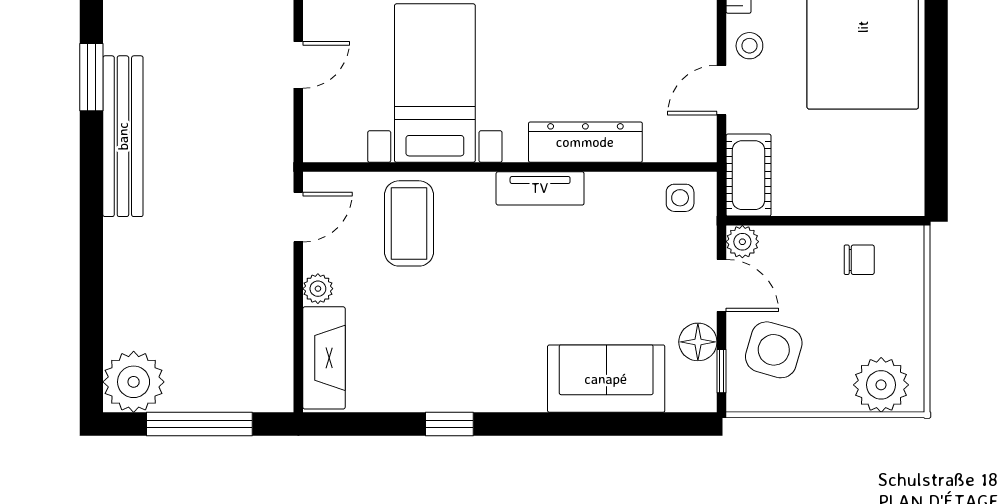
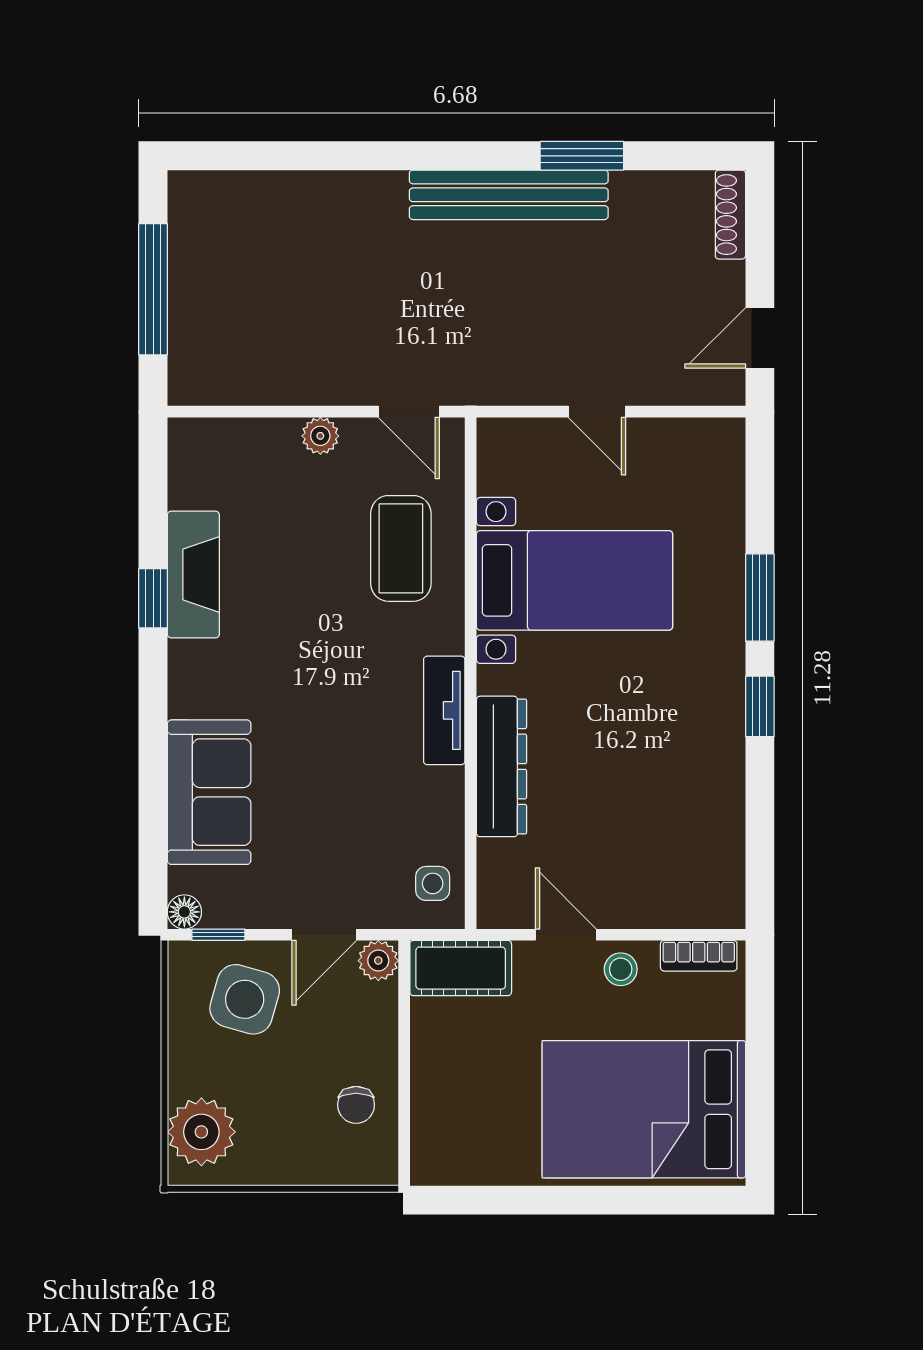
coffee table: (409, 223) -> (401, 548), turned 90
floor lamp: (698, 342) -> (184, 912), moved, width x0.73, depth x0.73
fireplace: (324, 358) -> (193, 575), moved, turned -90
plant: (134, 382) -> (205, 208), removed

